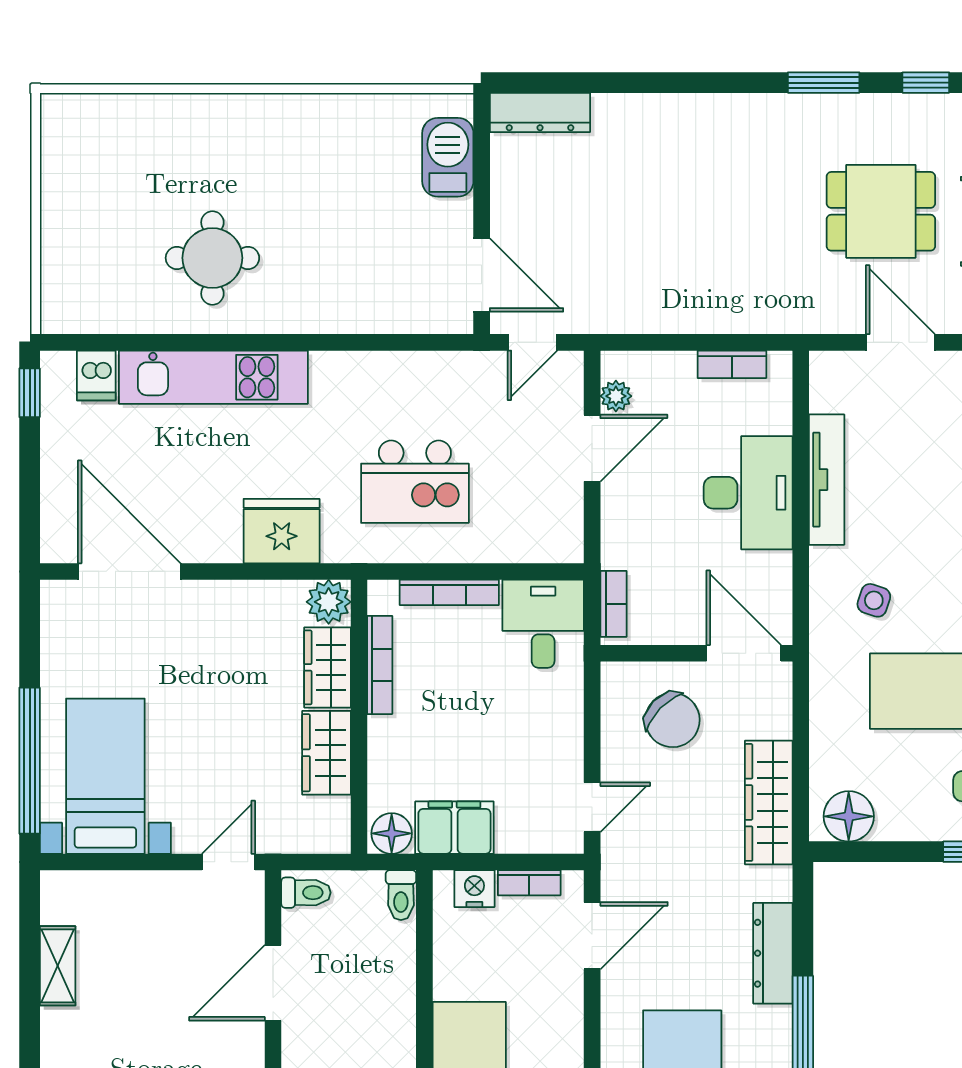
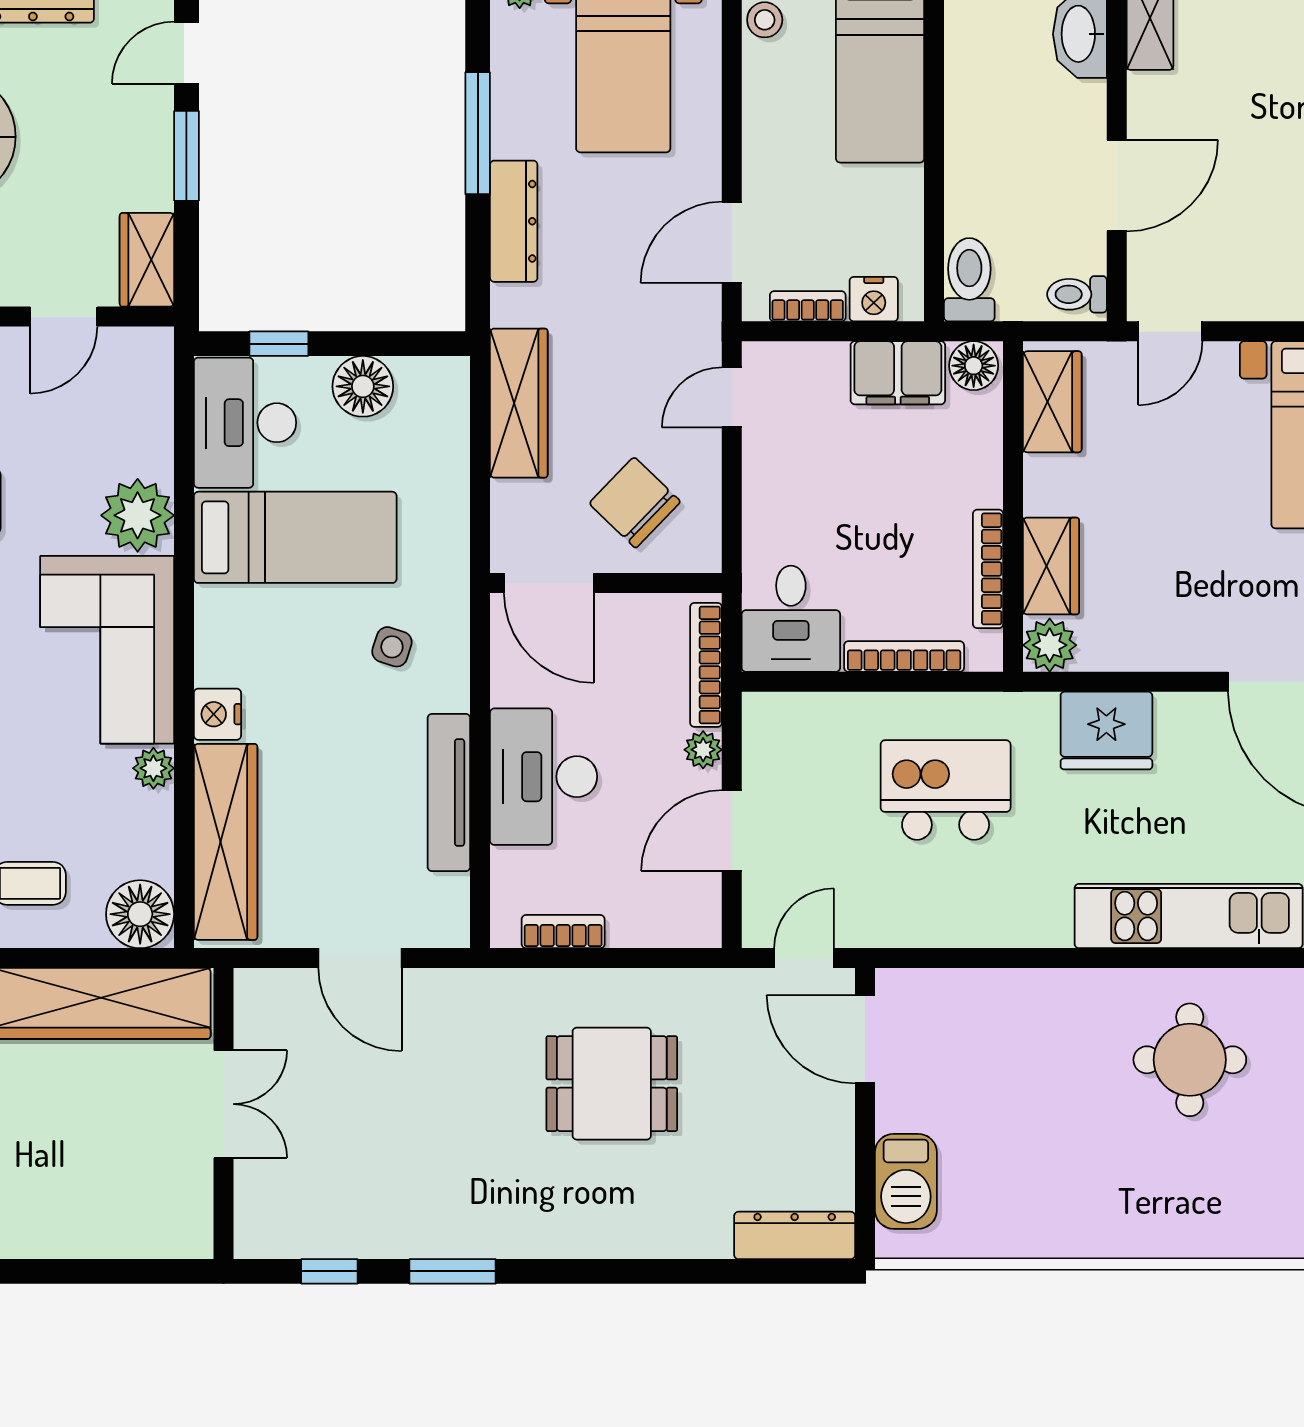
dining table: (881, 211) -> (612, 1084), moved
plant: (616, 396) -> (703, 750), moved
bookcase: (613, 604) -> (706, 665), width x1.56
wardrobe: (326, 753) -> (1052, 402), moved
floor lamp: (849, 816) -> (363, 386), moved
toilet: (401, 895) -> (969, 280), width x1.37, depth x1.39

